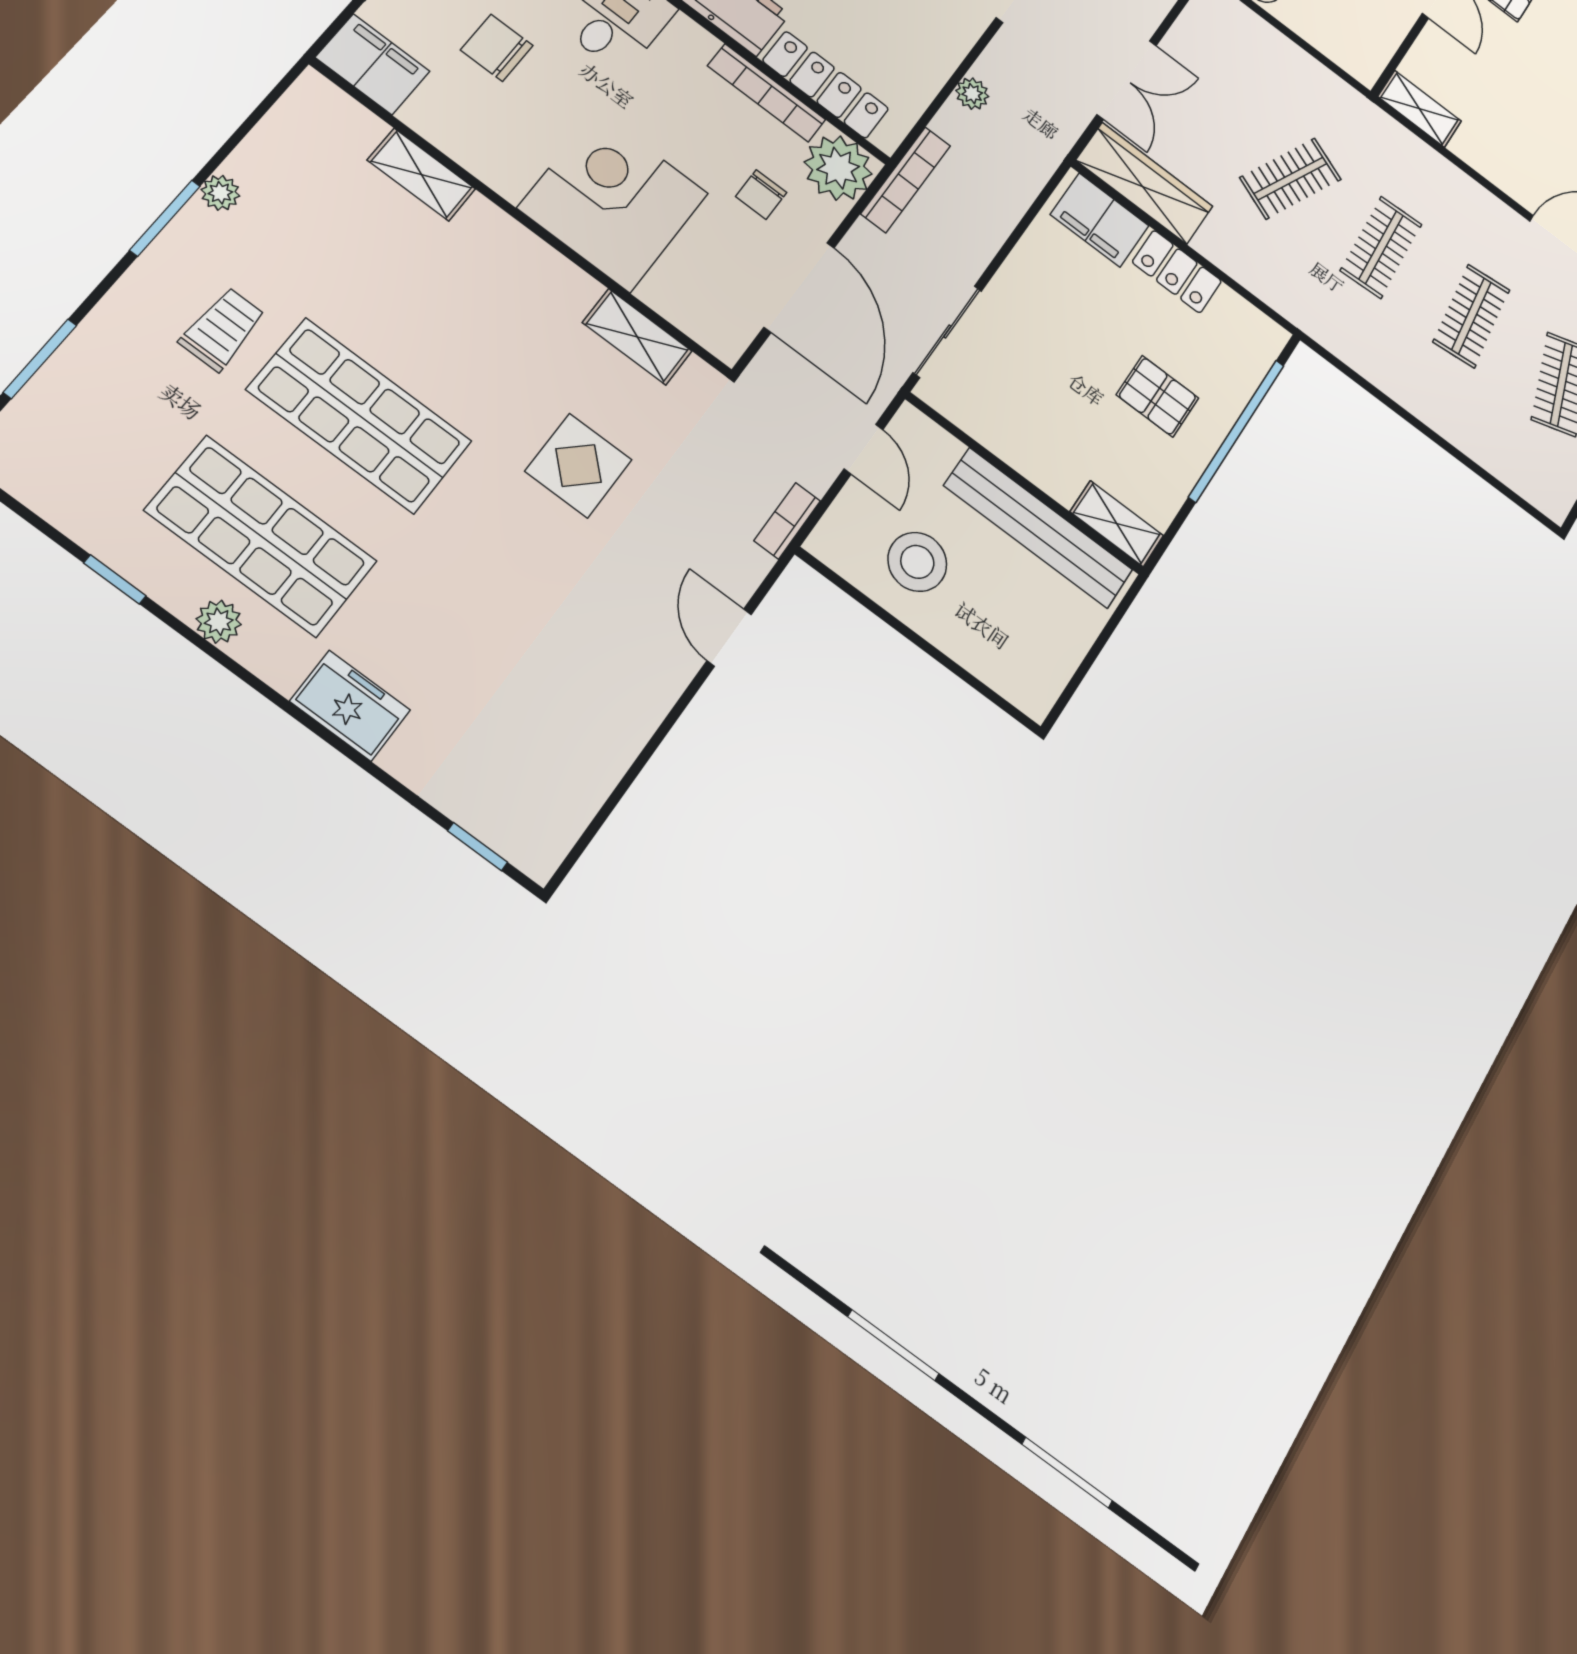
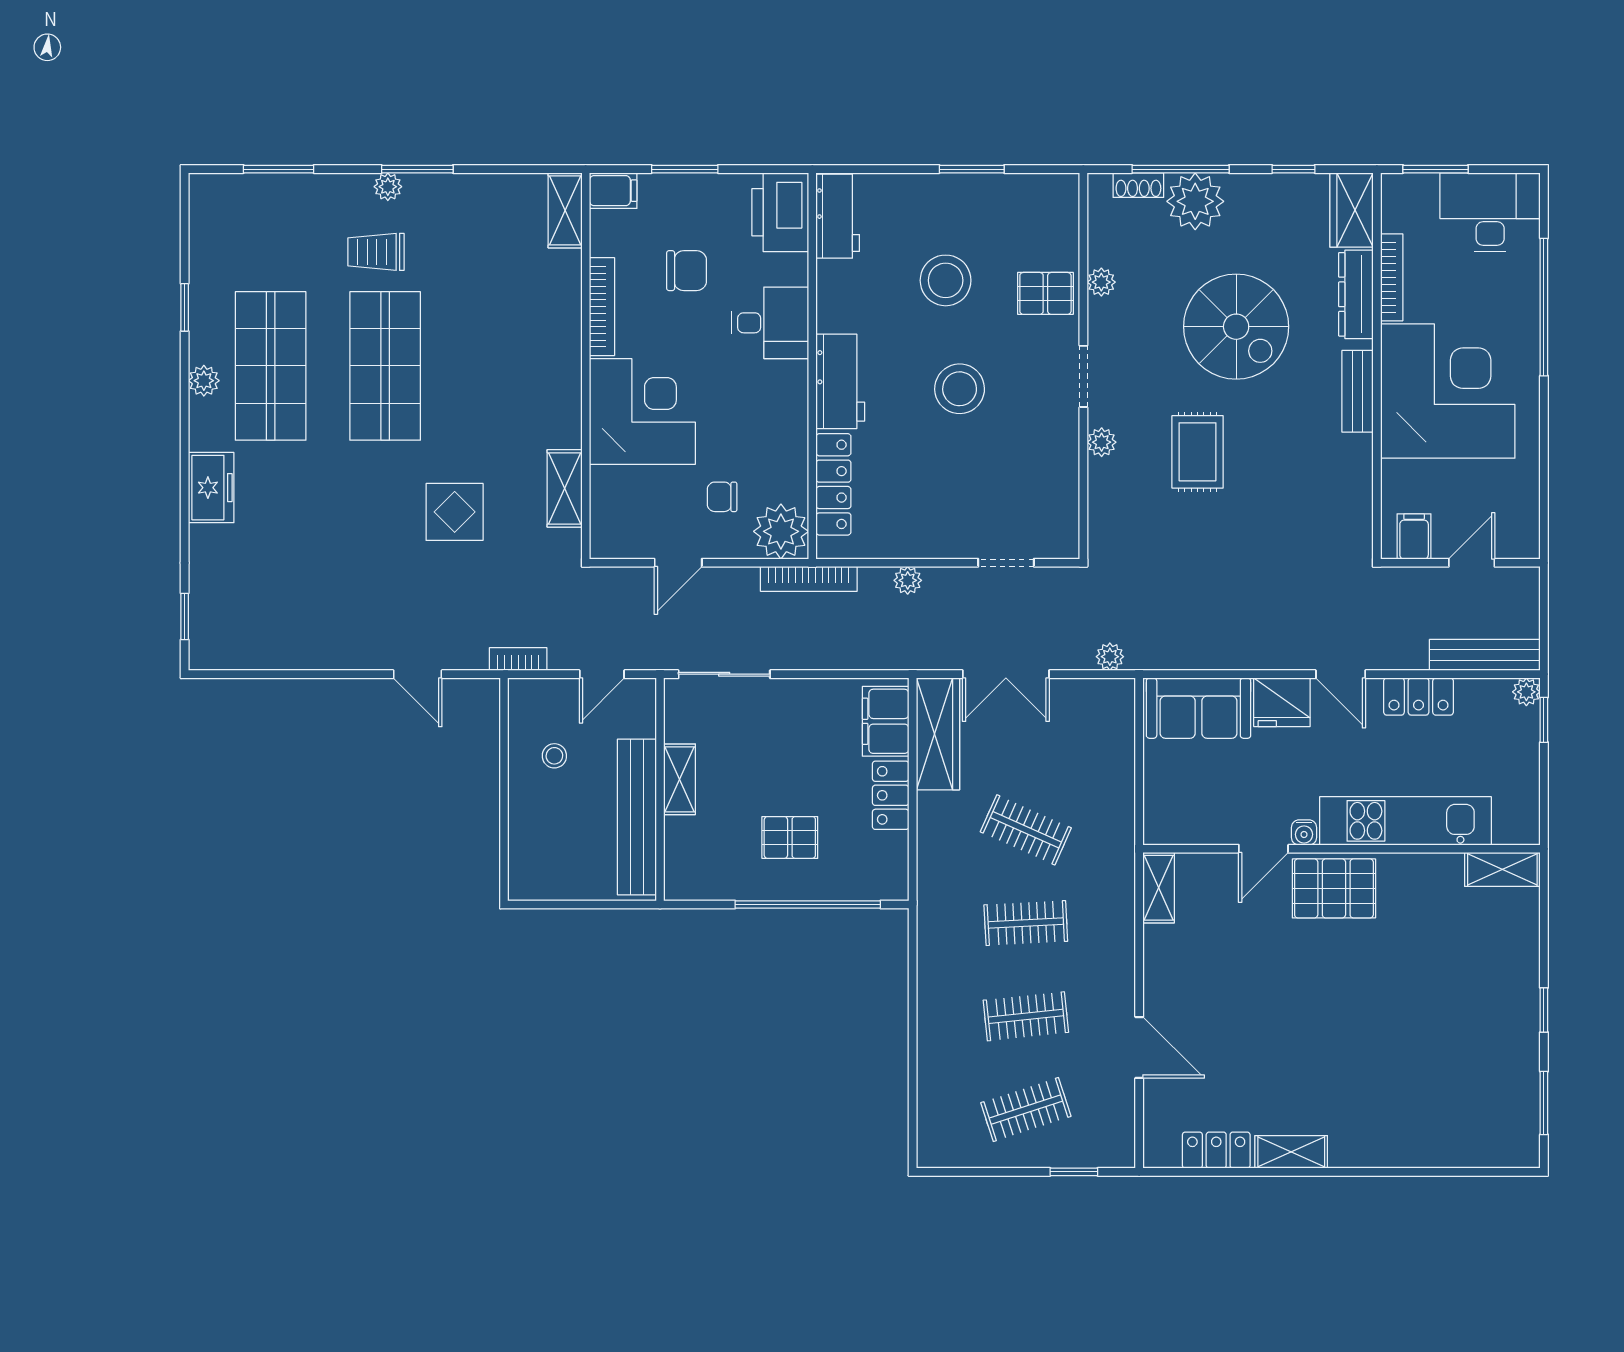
chair: (497, 48) -> (687, 271), turned 90
filing cabinet: (373, 64) -> (613, 191), width x0.50
bookcase: (767, 93) -> (602, 307), moved, turned 180
shelving: (421, 174) -> (565, 210), moved
plant: (220, 193) -> (388, 187), moved
door: (799, 287) -> (678, 563), width x0.53
trolley: (223, 329) -> (376, 252), turned 180
pallet: (1157, 396) -> (790, 837), turned 90
shelving: (1117, 524) -> (680, 779), moved
stool: (917, 562) -> (554, 756), width x0.53, depth x0.53
door: (729, 637) -> (418, 674), swing flipped

